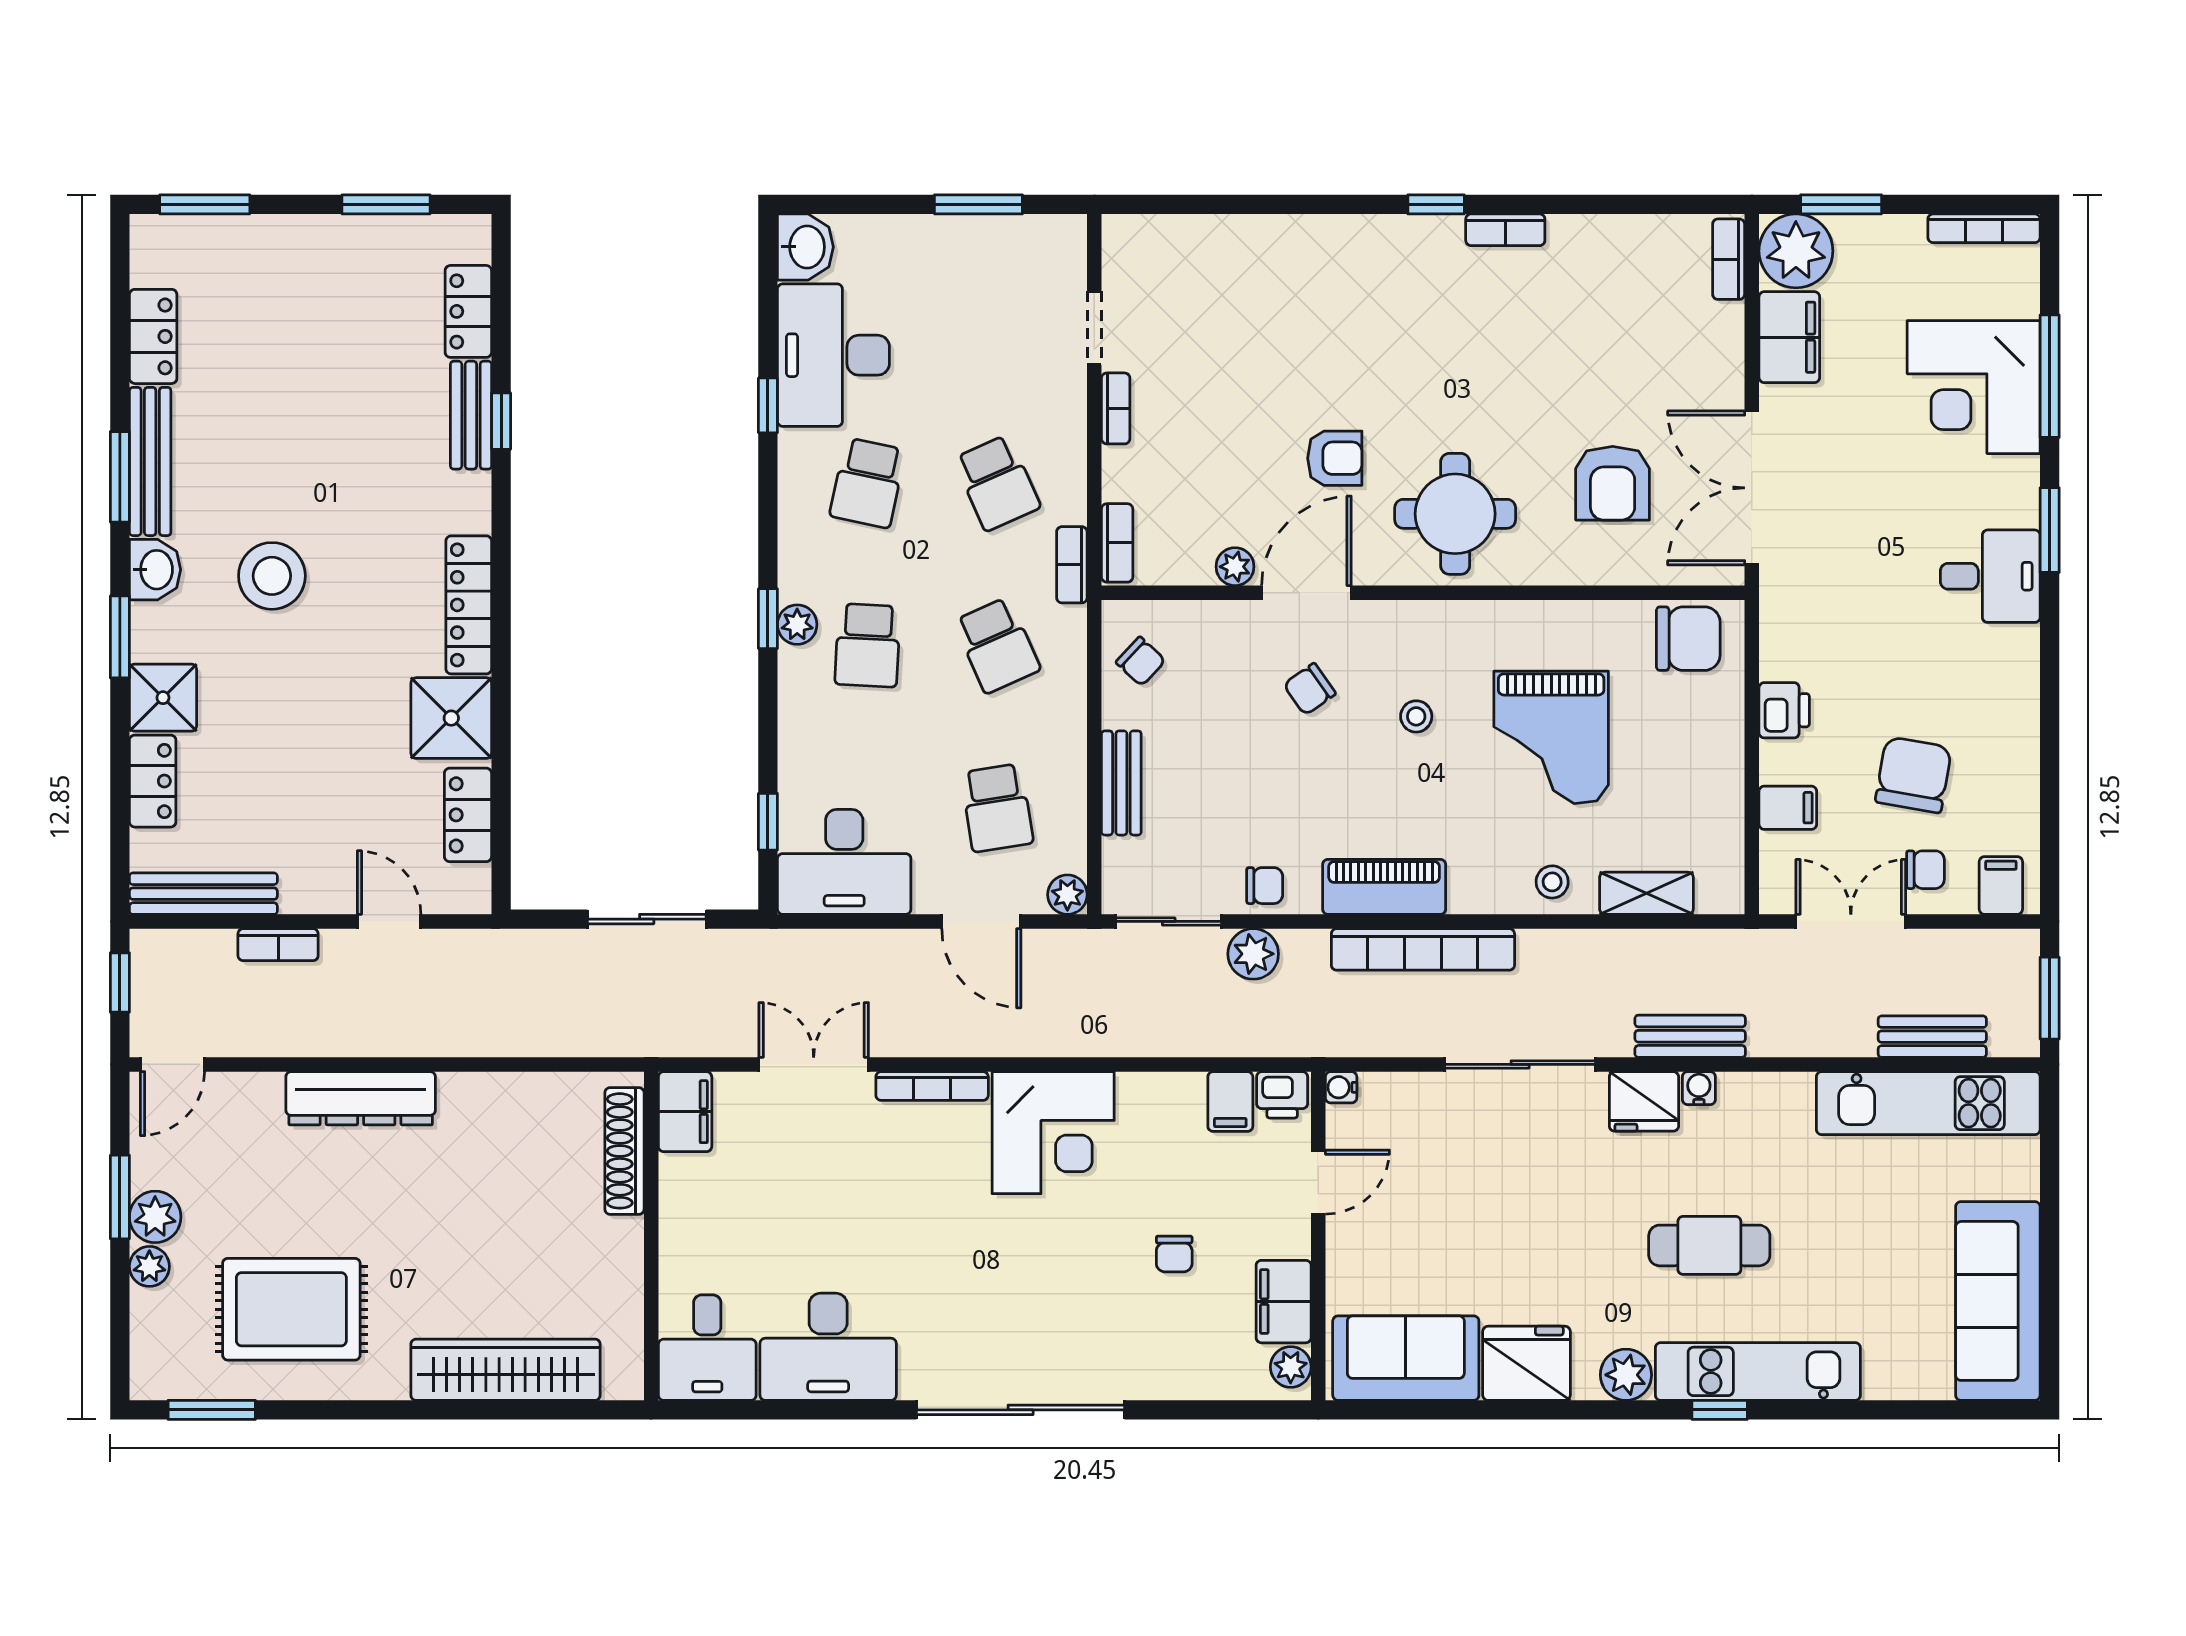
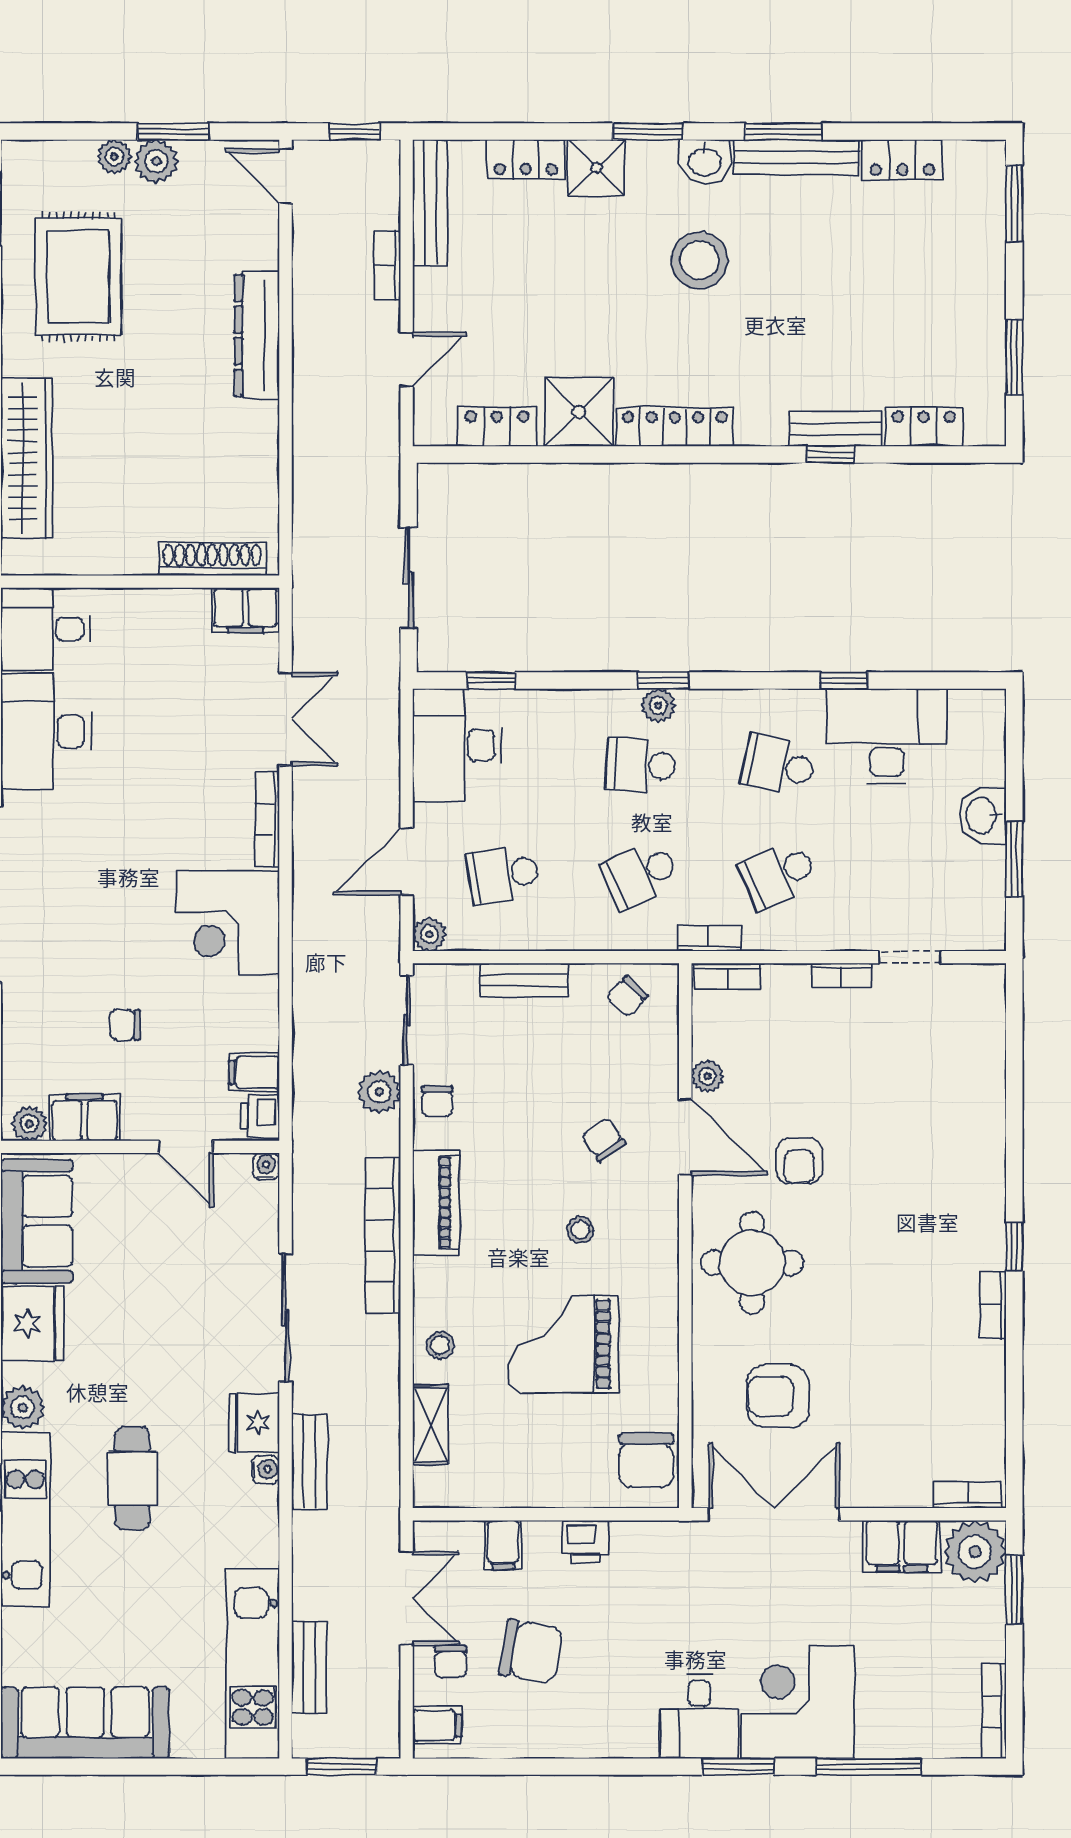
washbasin: (805, 247) -> (983, 815), moved, turned 90
corner desk: (1974, 387) -> (798, 1702), moved

